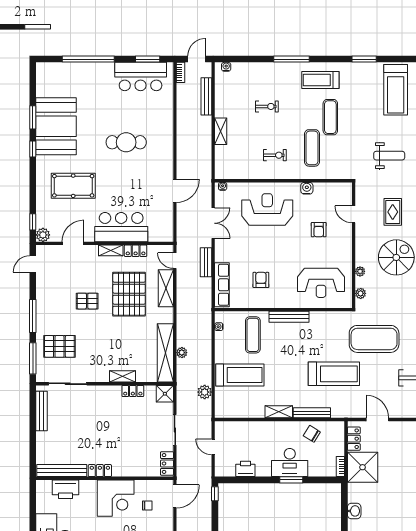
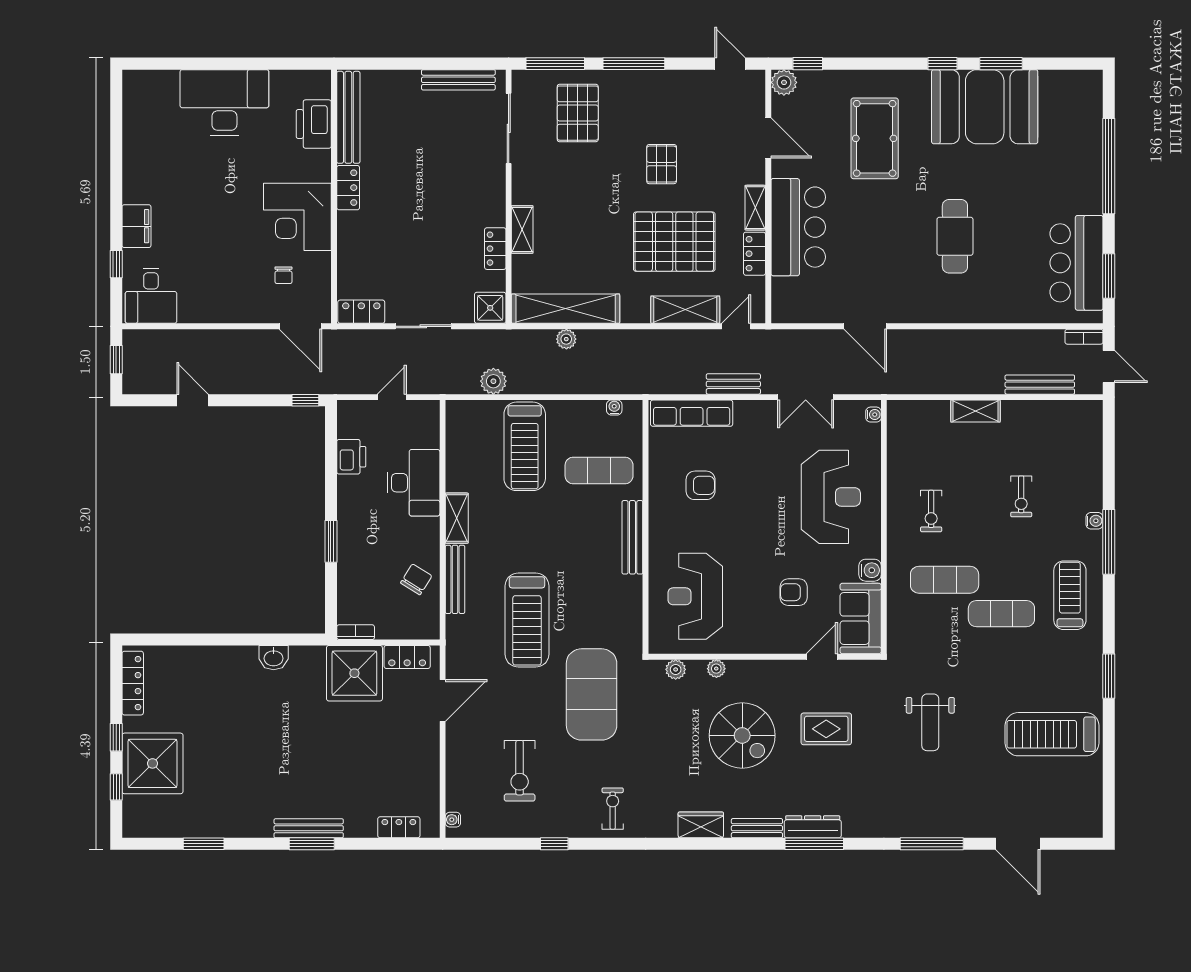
water cooler: (226, 67) -> (1095, 521), moved
sofa: (333, 193) -> (861, 619), added
desk: (290, 463) -> (414, 483), moved, turned 180

